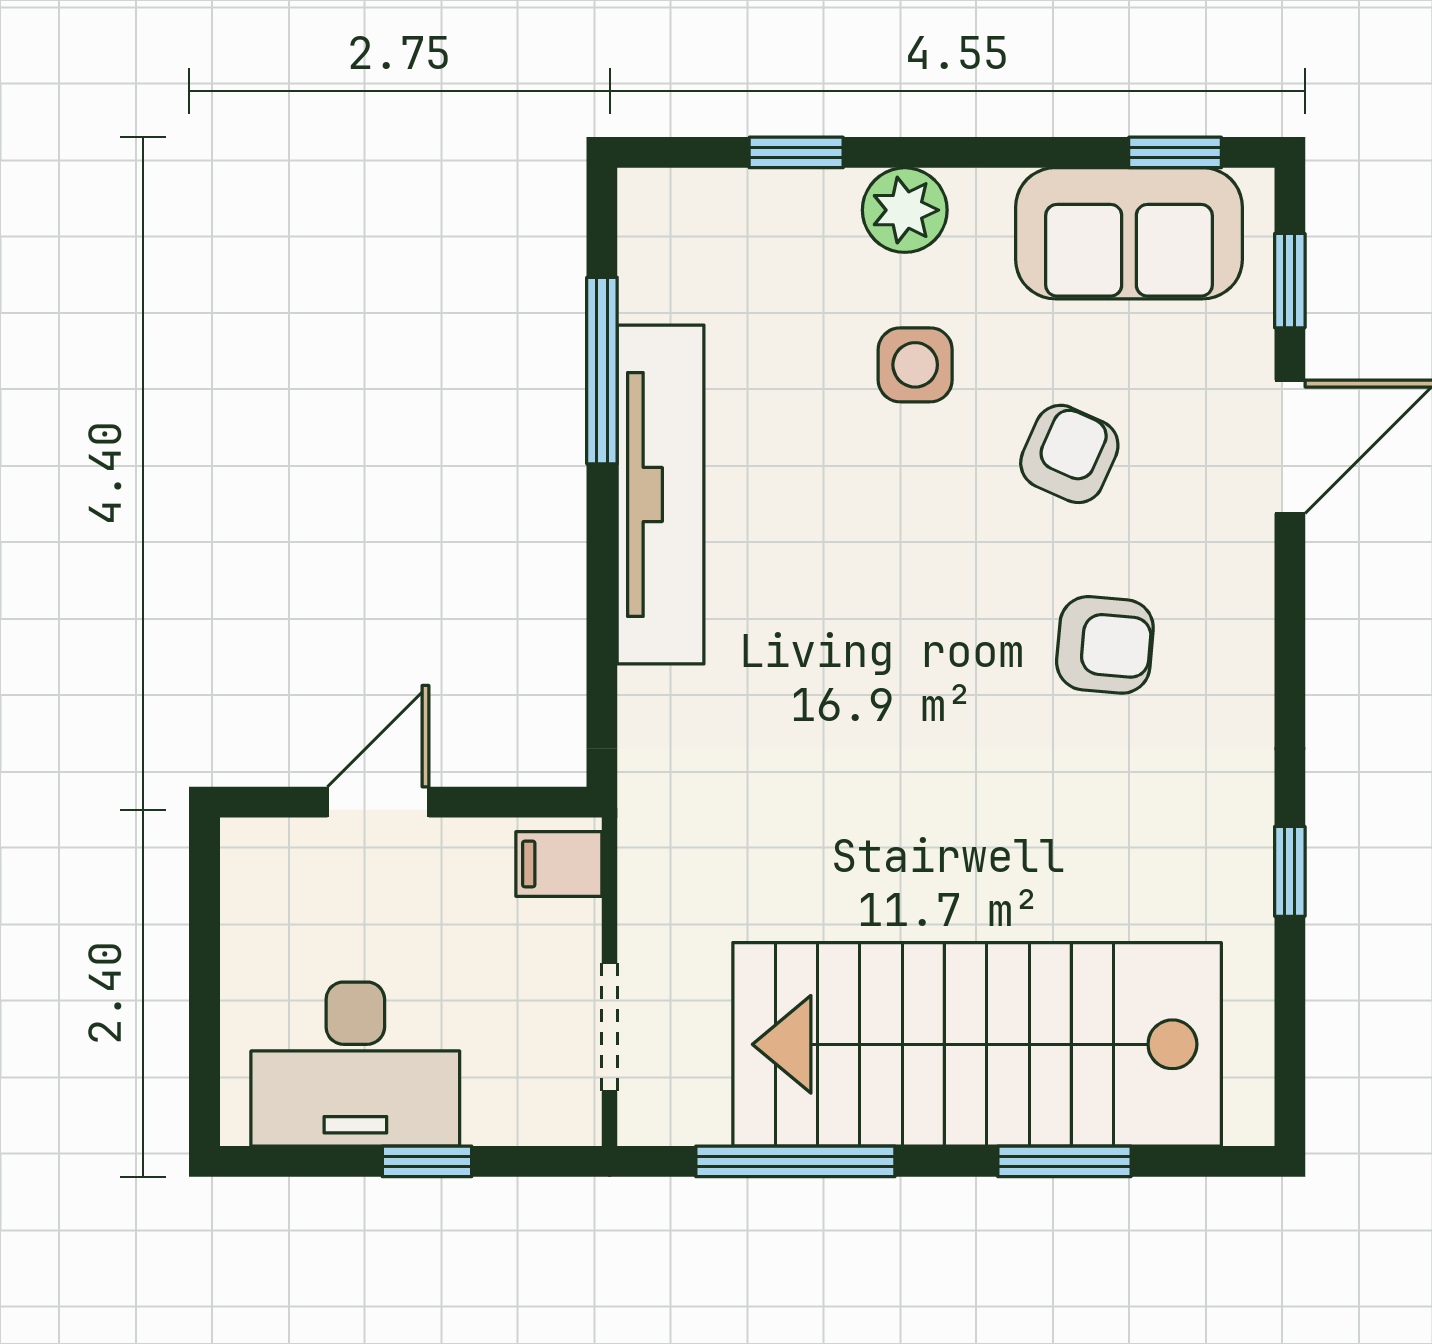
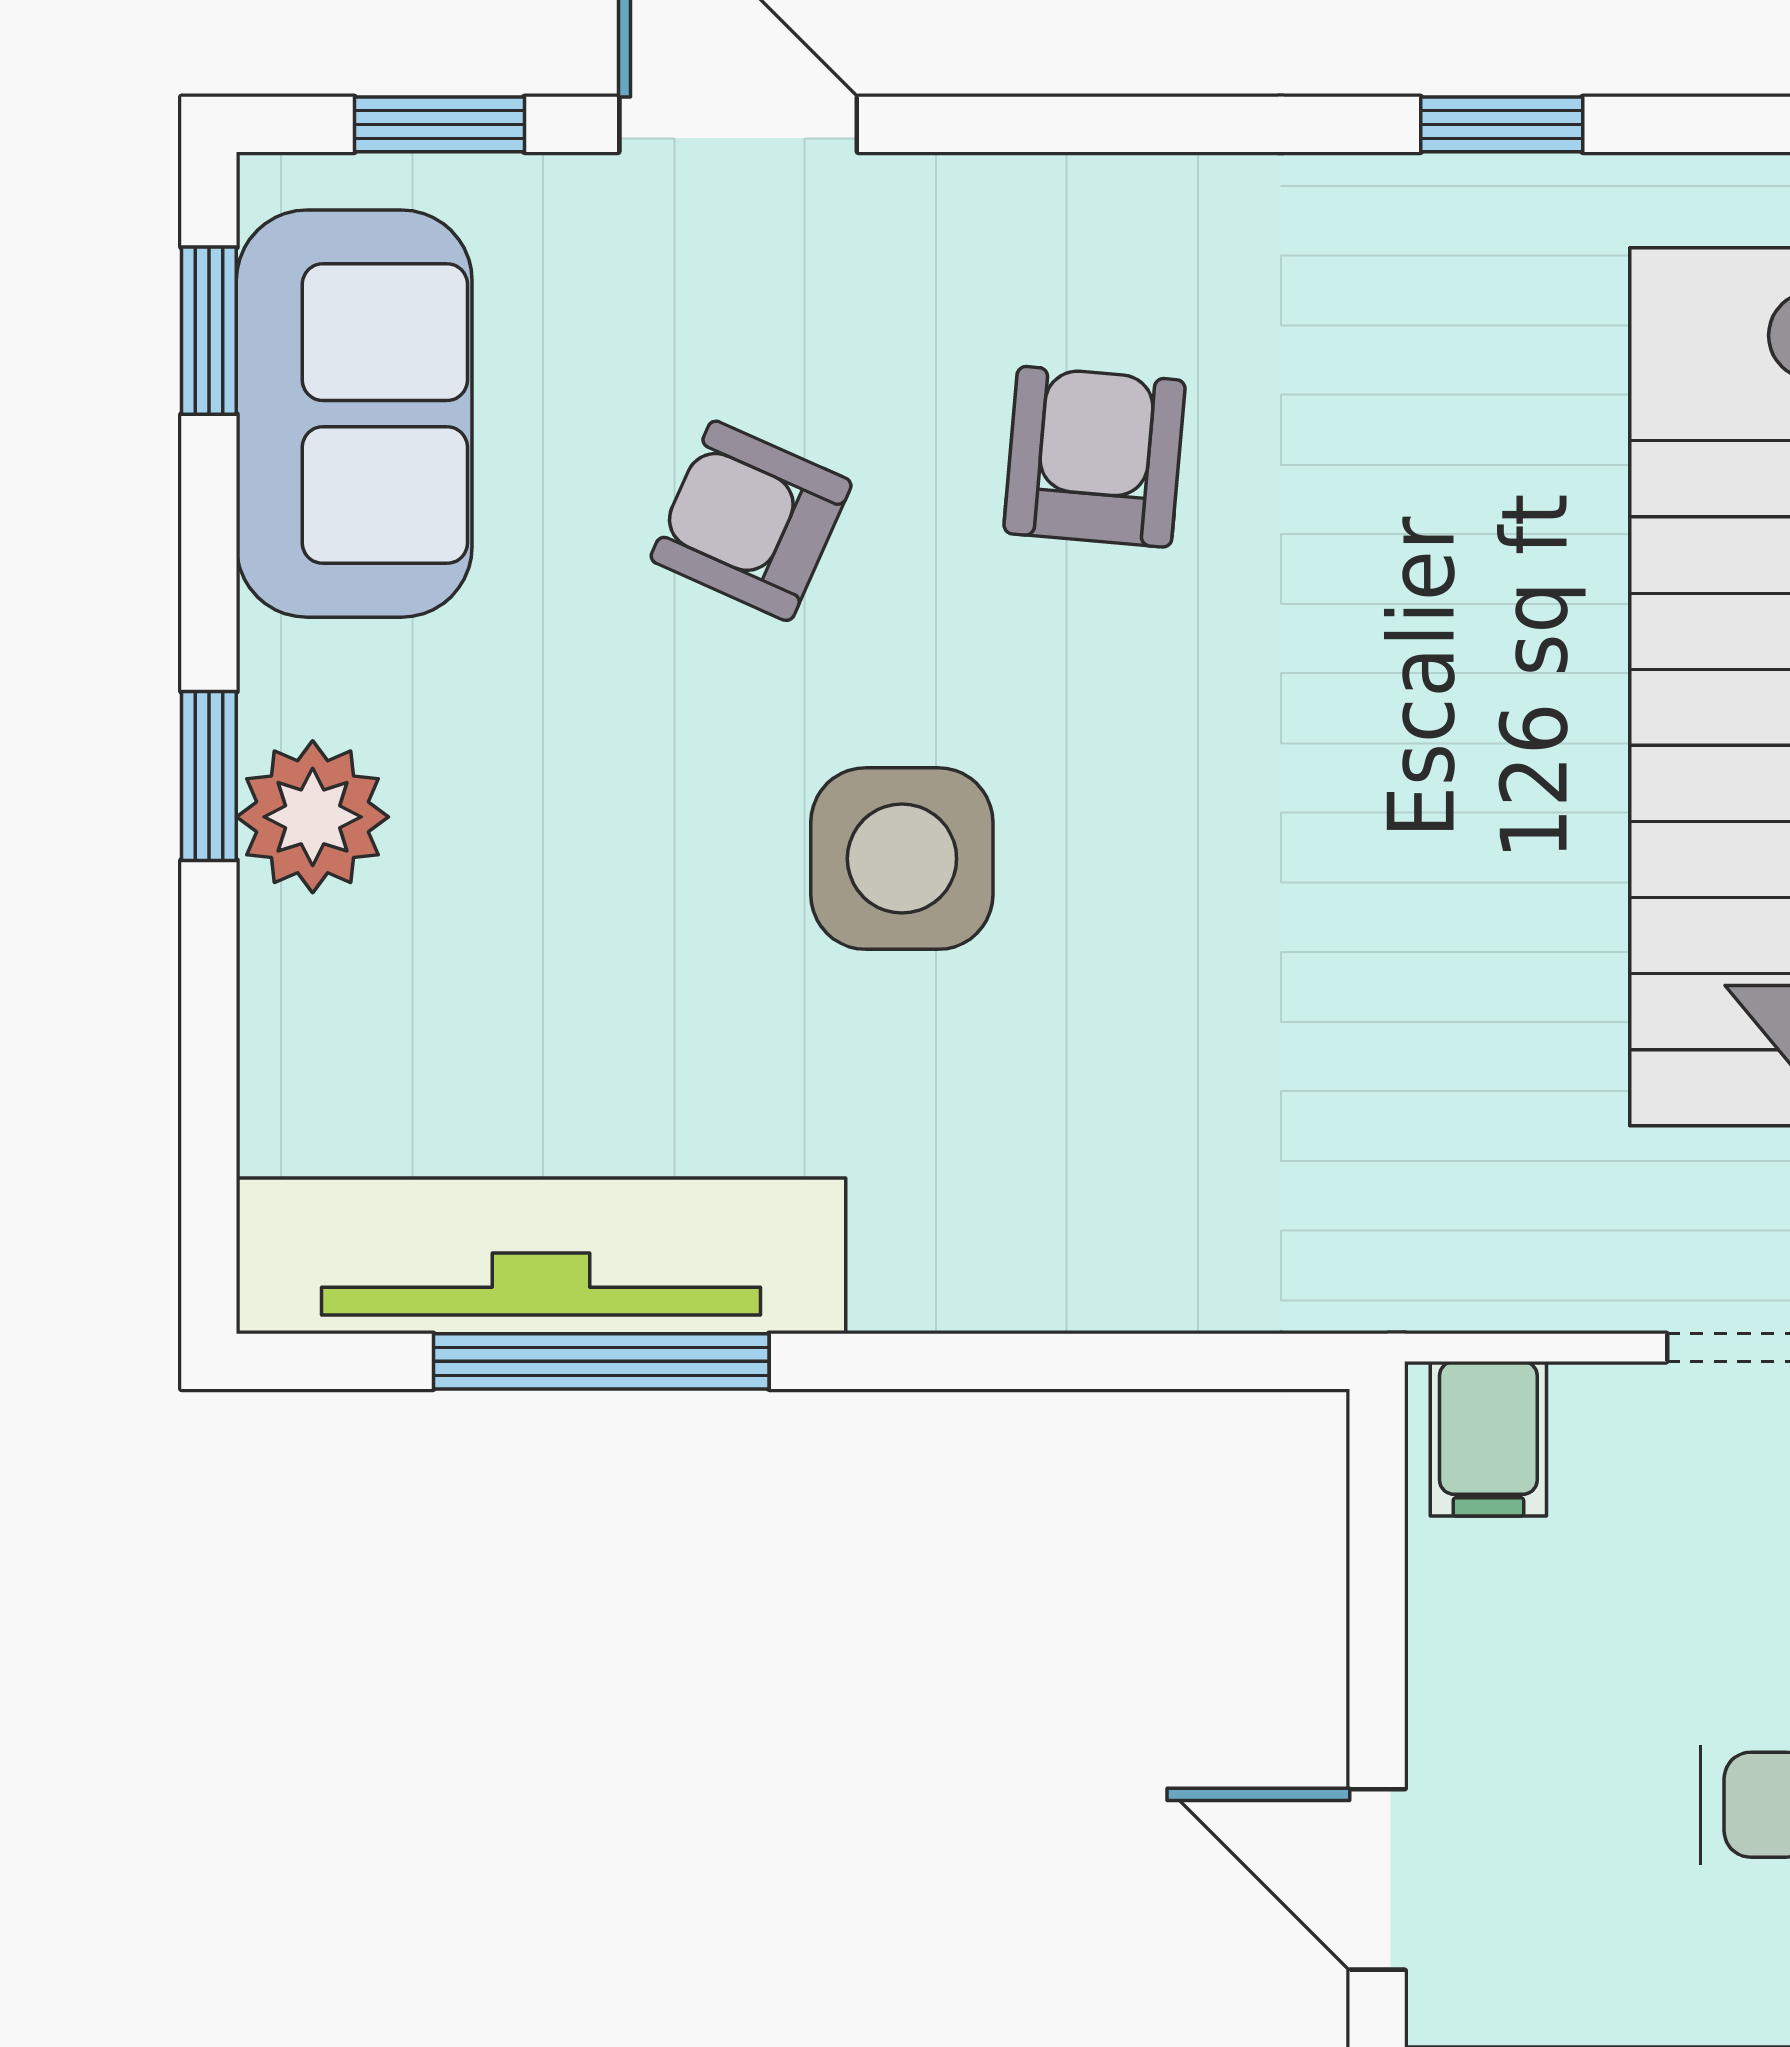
window: (796, 152) -> (209, 776), moved
side table: (915, 365) -> (902, 859), moved, width x1.37, depth x1.37
tv unit: (661, 494) -> (541, 1256), moved
door: (378, 802) -> (1377, 1879), moved

